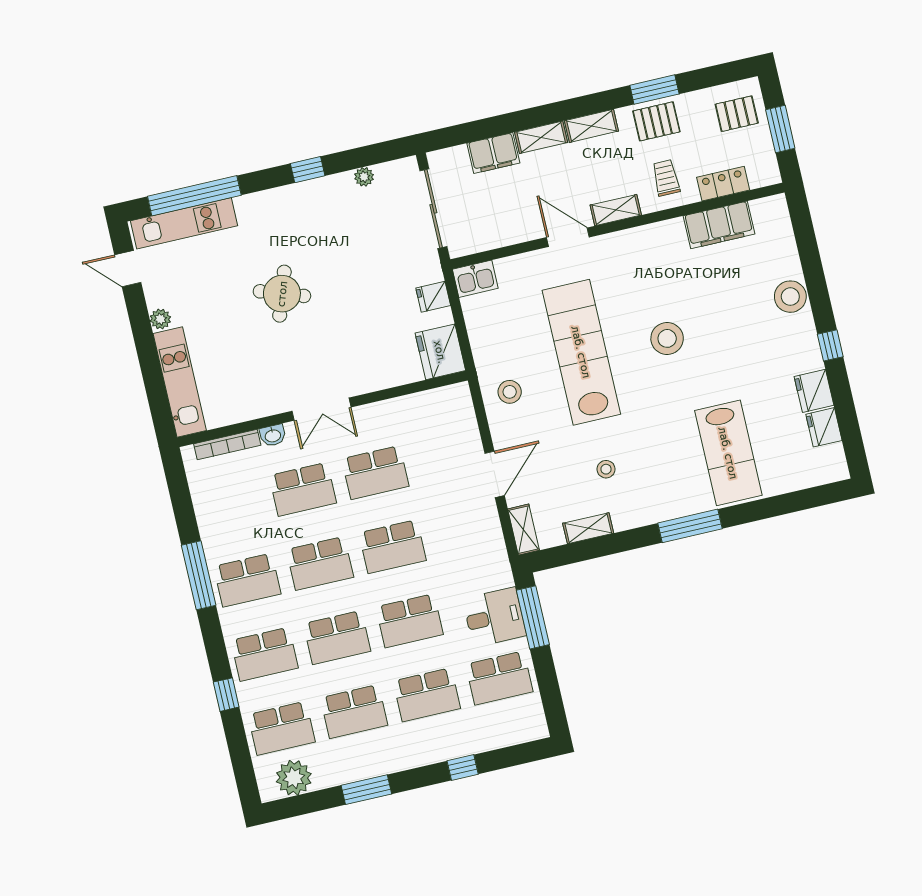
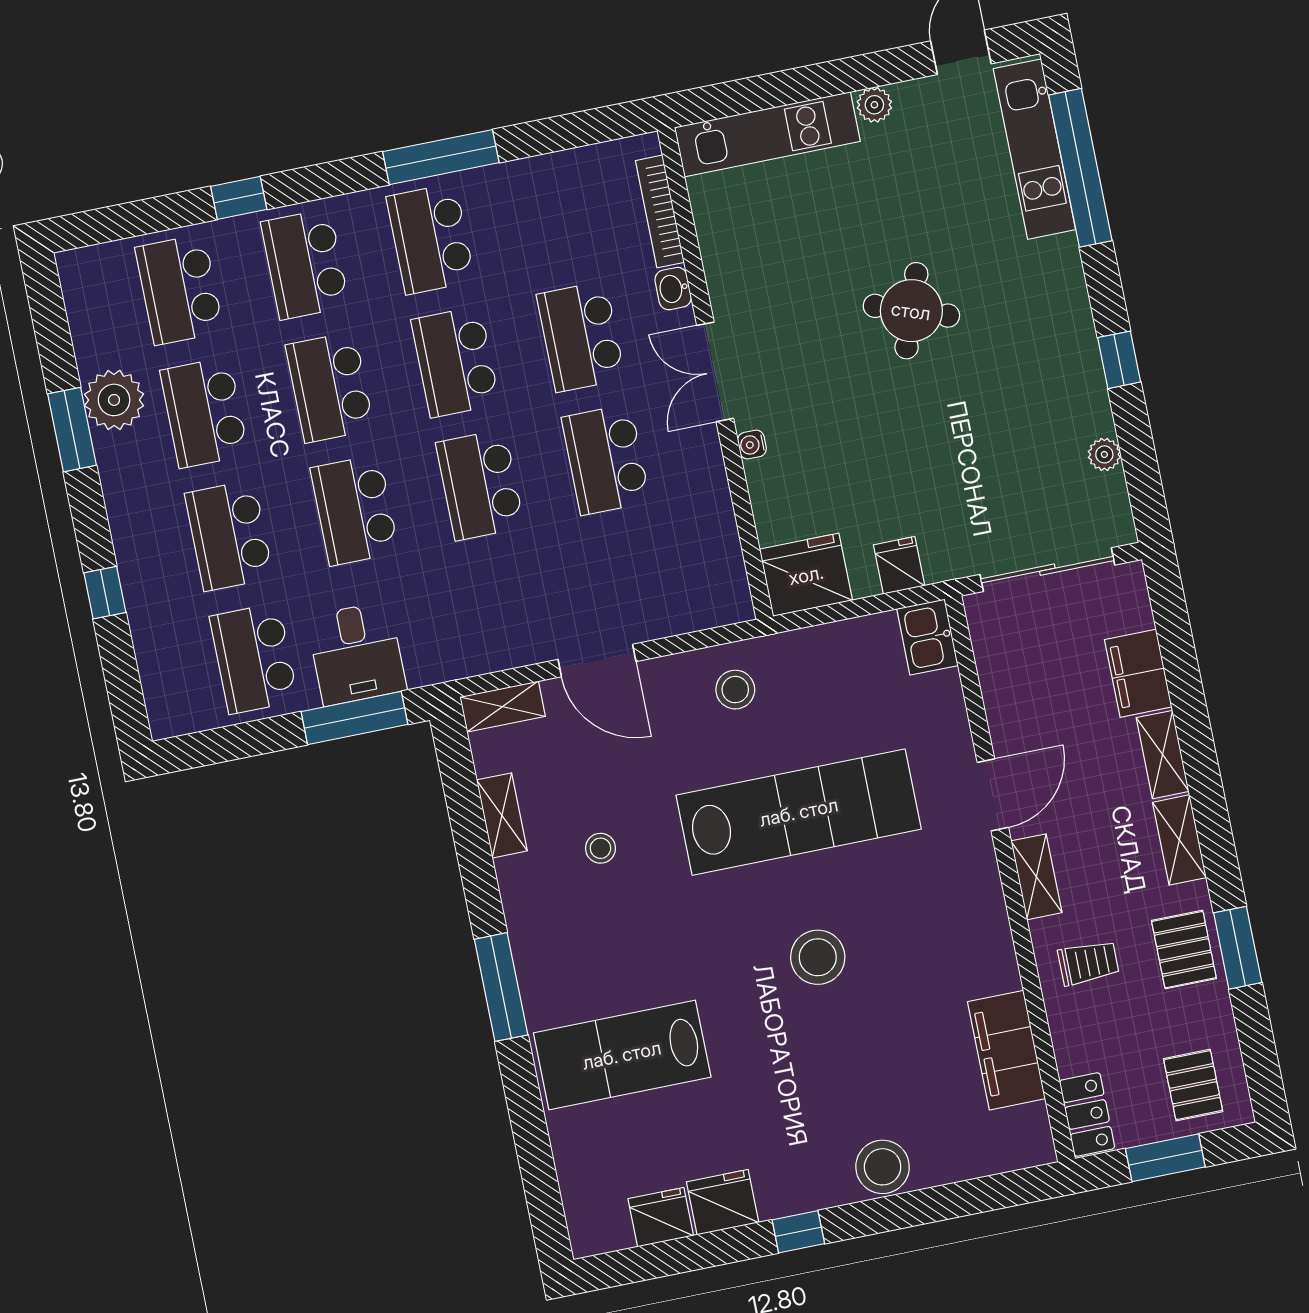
locker: (723, 184) -> (1087, 1114), moved
water cooler: (364, 386) -> (752, 445), added
plant: (294, 778) -> (114, 400), moved

